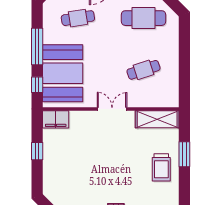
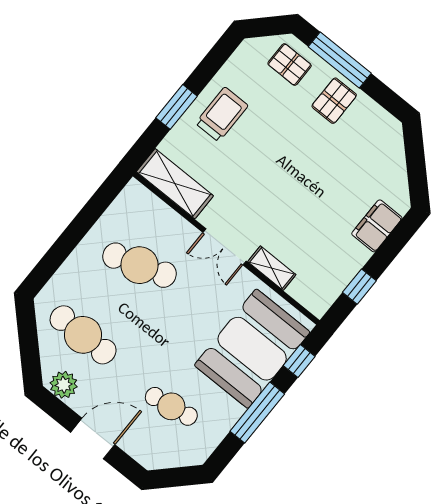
cafe table: (143, 70) -> (139, 265), width x1.37, depth x1.35
shelving: (83, 117) -> (272, 268), added
filing cabinet: (56, 119) -> (377, 226), moved, turned -90
window: (37, 151) -> (359, 287), moved

